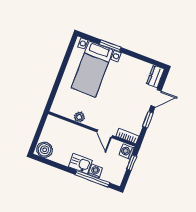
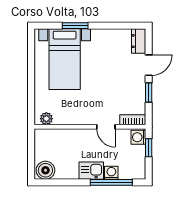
plant: (79, 117) -> (46, 119), moved

